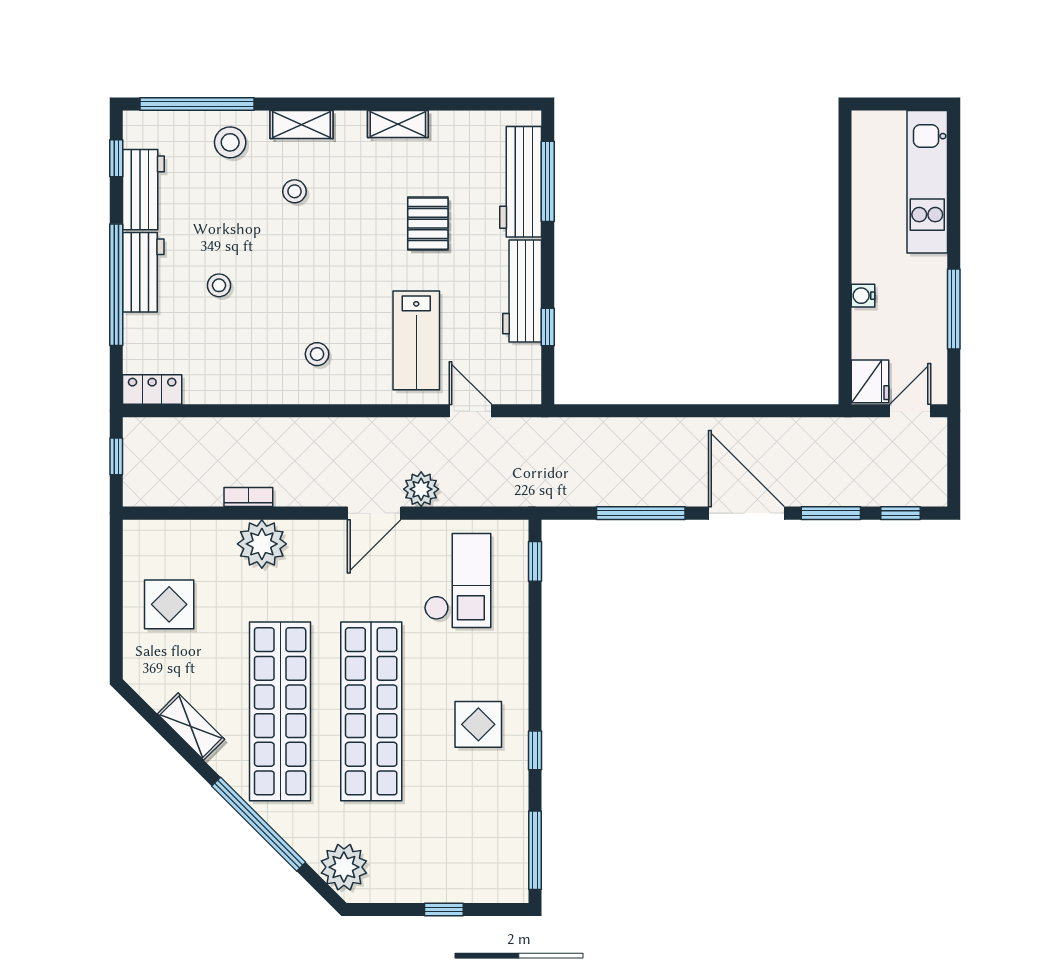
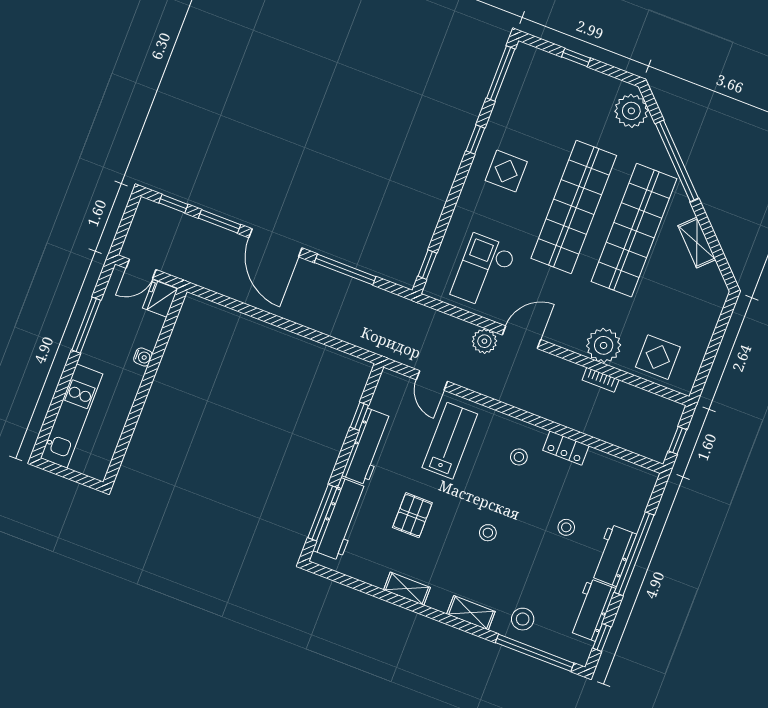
stool: (294, 191) -> (488, 533), moved
locker: (152, 390) -> (566, 448), moved
display table: (169, 604) -> (658, 357), moved

